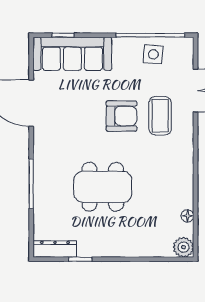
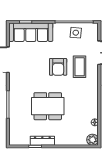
armchair: (121, 116) -> (58, 67), turned 90
dresser: (55, 249) -> (42, 141), moved

